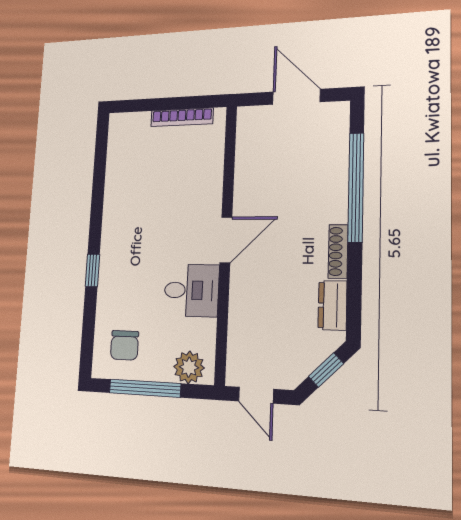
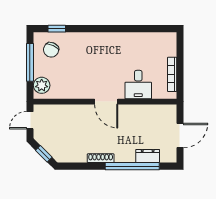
window: (92, 270) -> (57, 29), moved
desk: (191, 290) -> (138, 85), moved
dresser: (332, 305) -> (148, 156), moved
chair: (125, 345) -> (51, 50), turned -65

